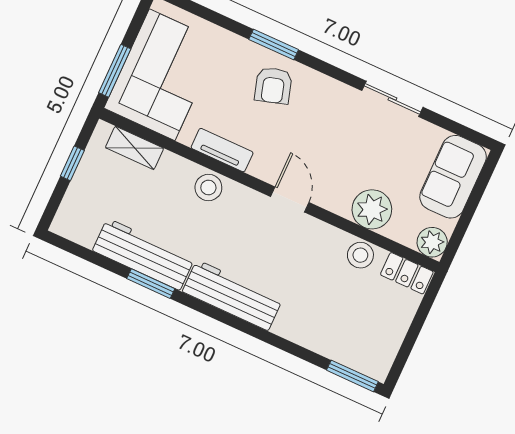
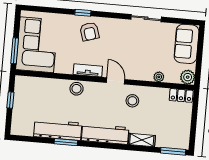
window: (274, 44) -> (83, 13), width x0.67
shelving: (134, 148) -> (142, 140), moved
tv unit: (222, 150) -> (88, 70), moved
plant: (372, 209) -> (159, 77), width x0.53, depth x0.53
stool: (360, 255) -> (132, 101), moved

